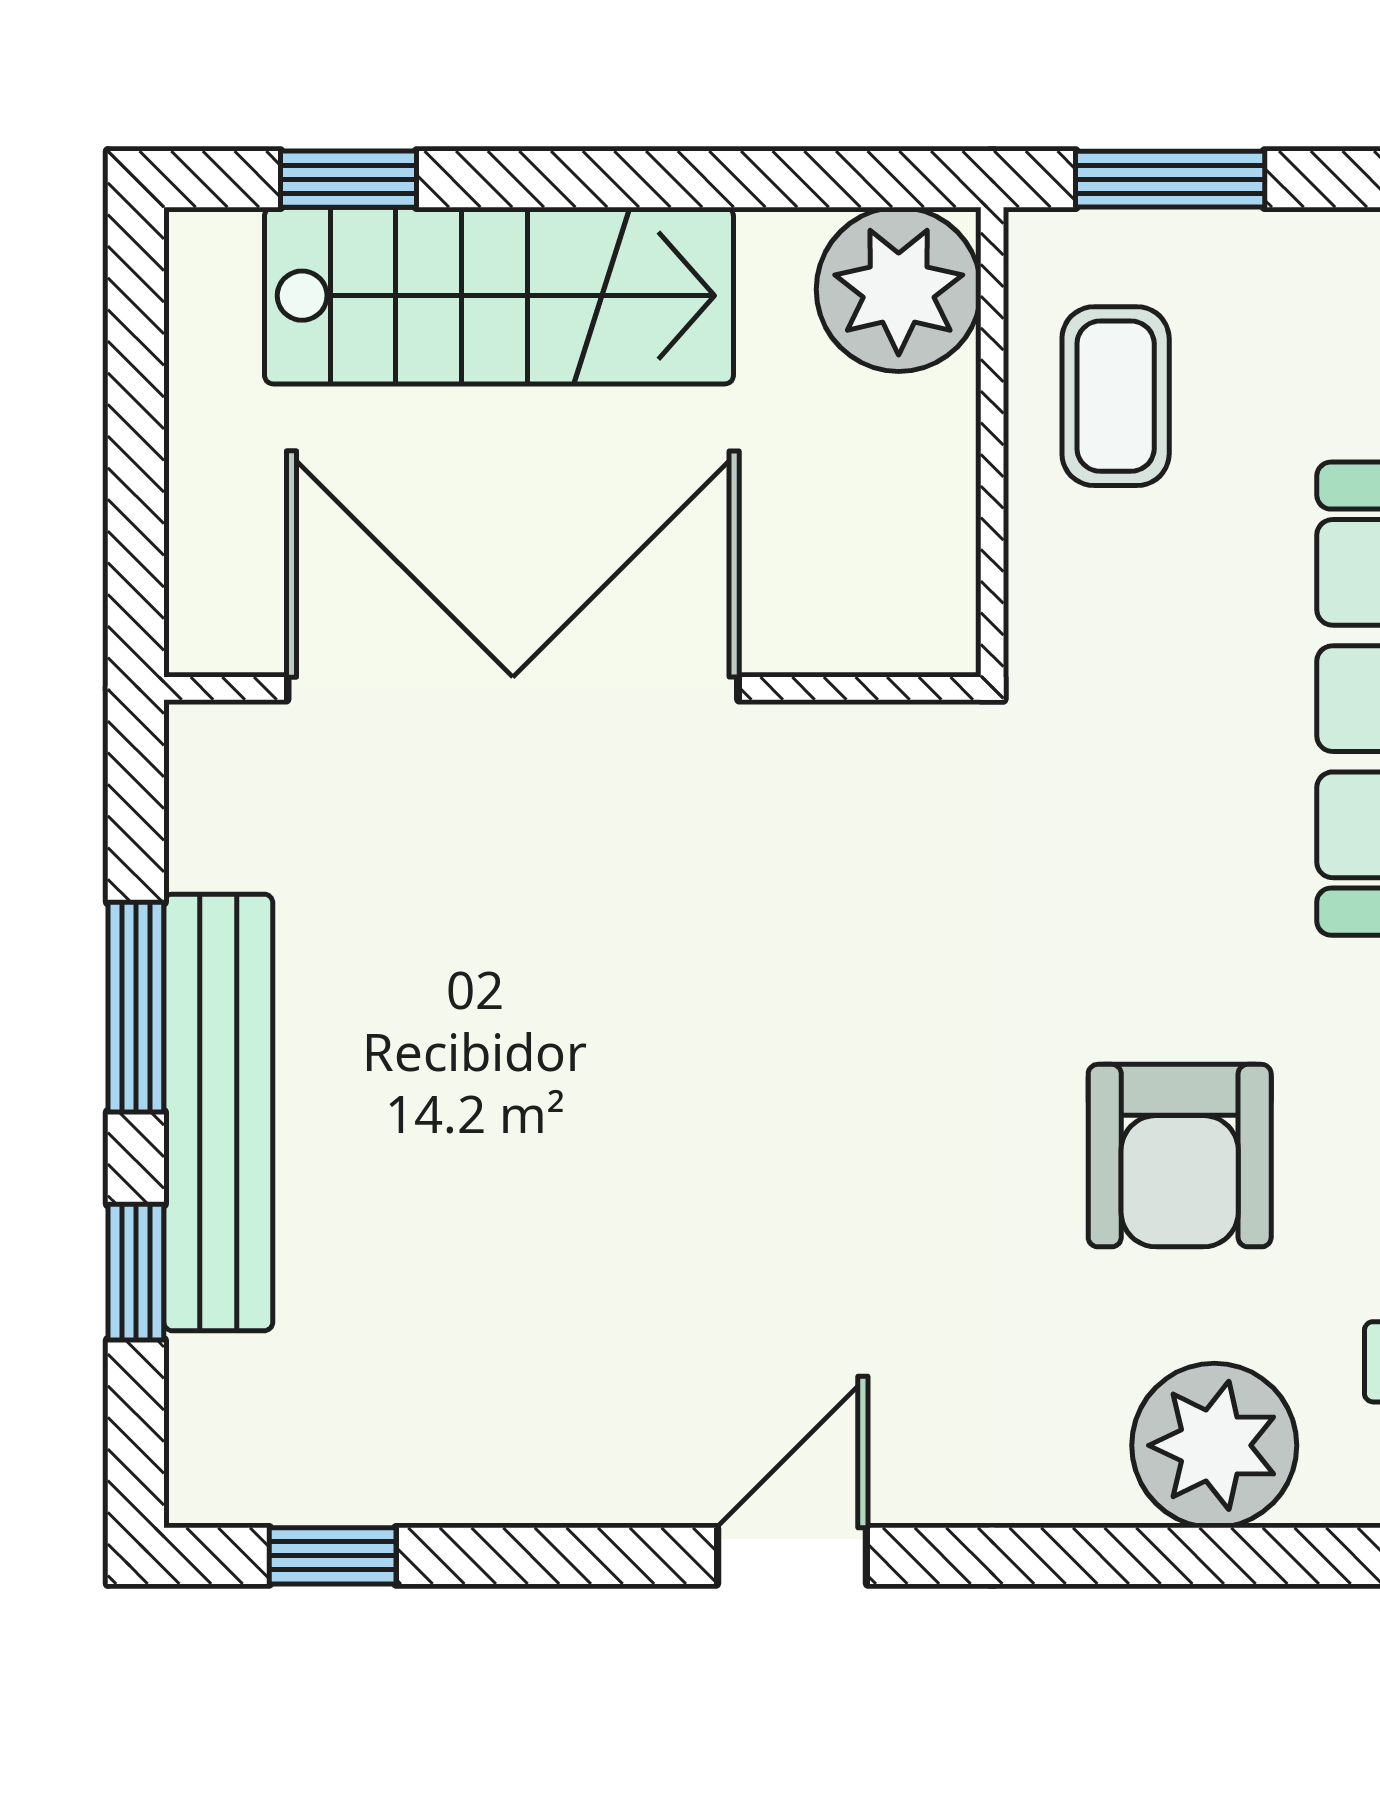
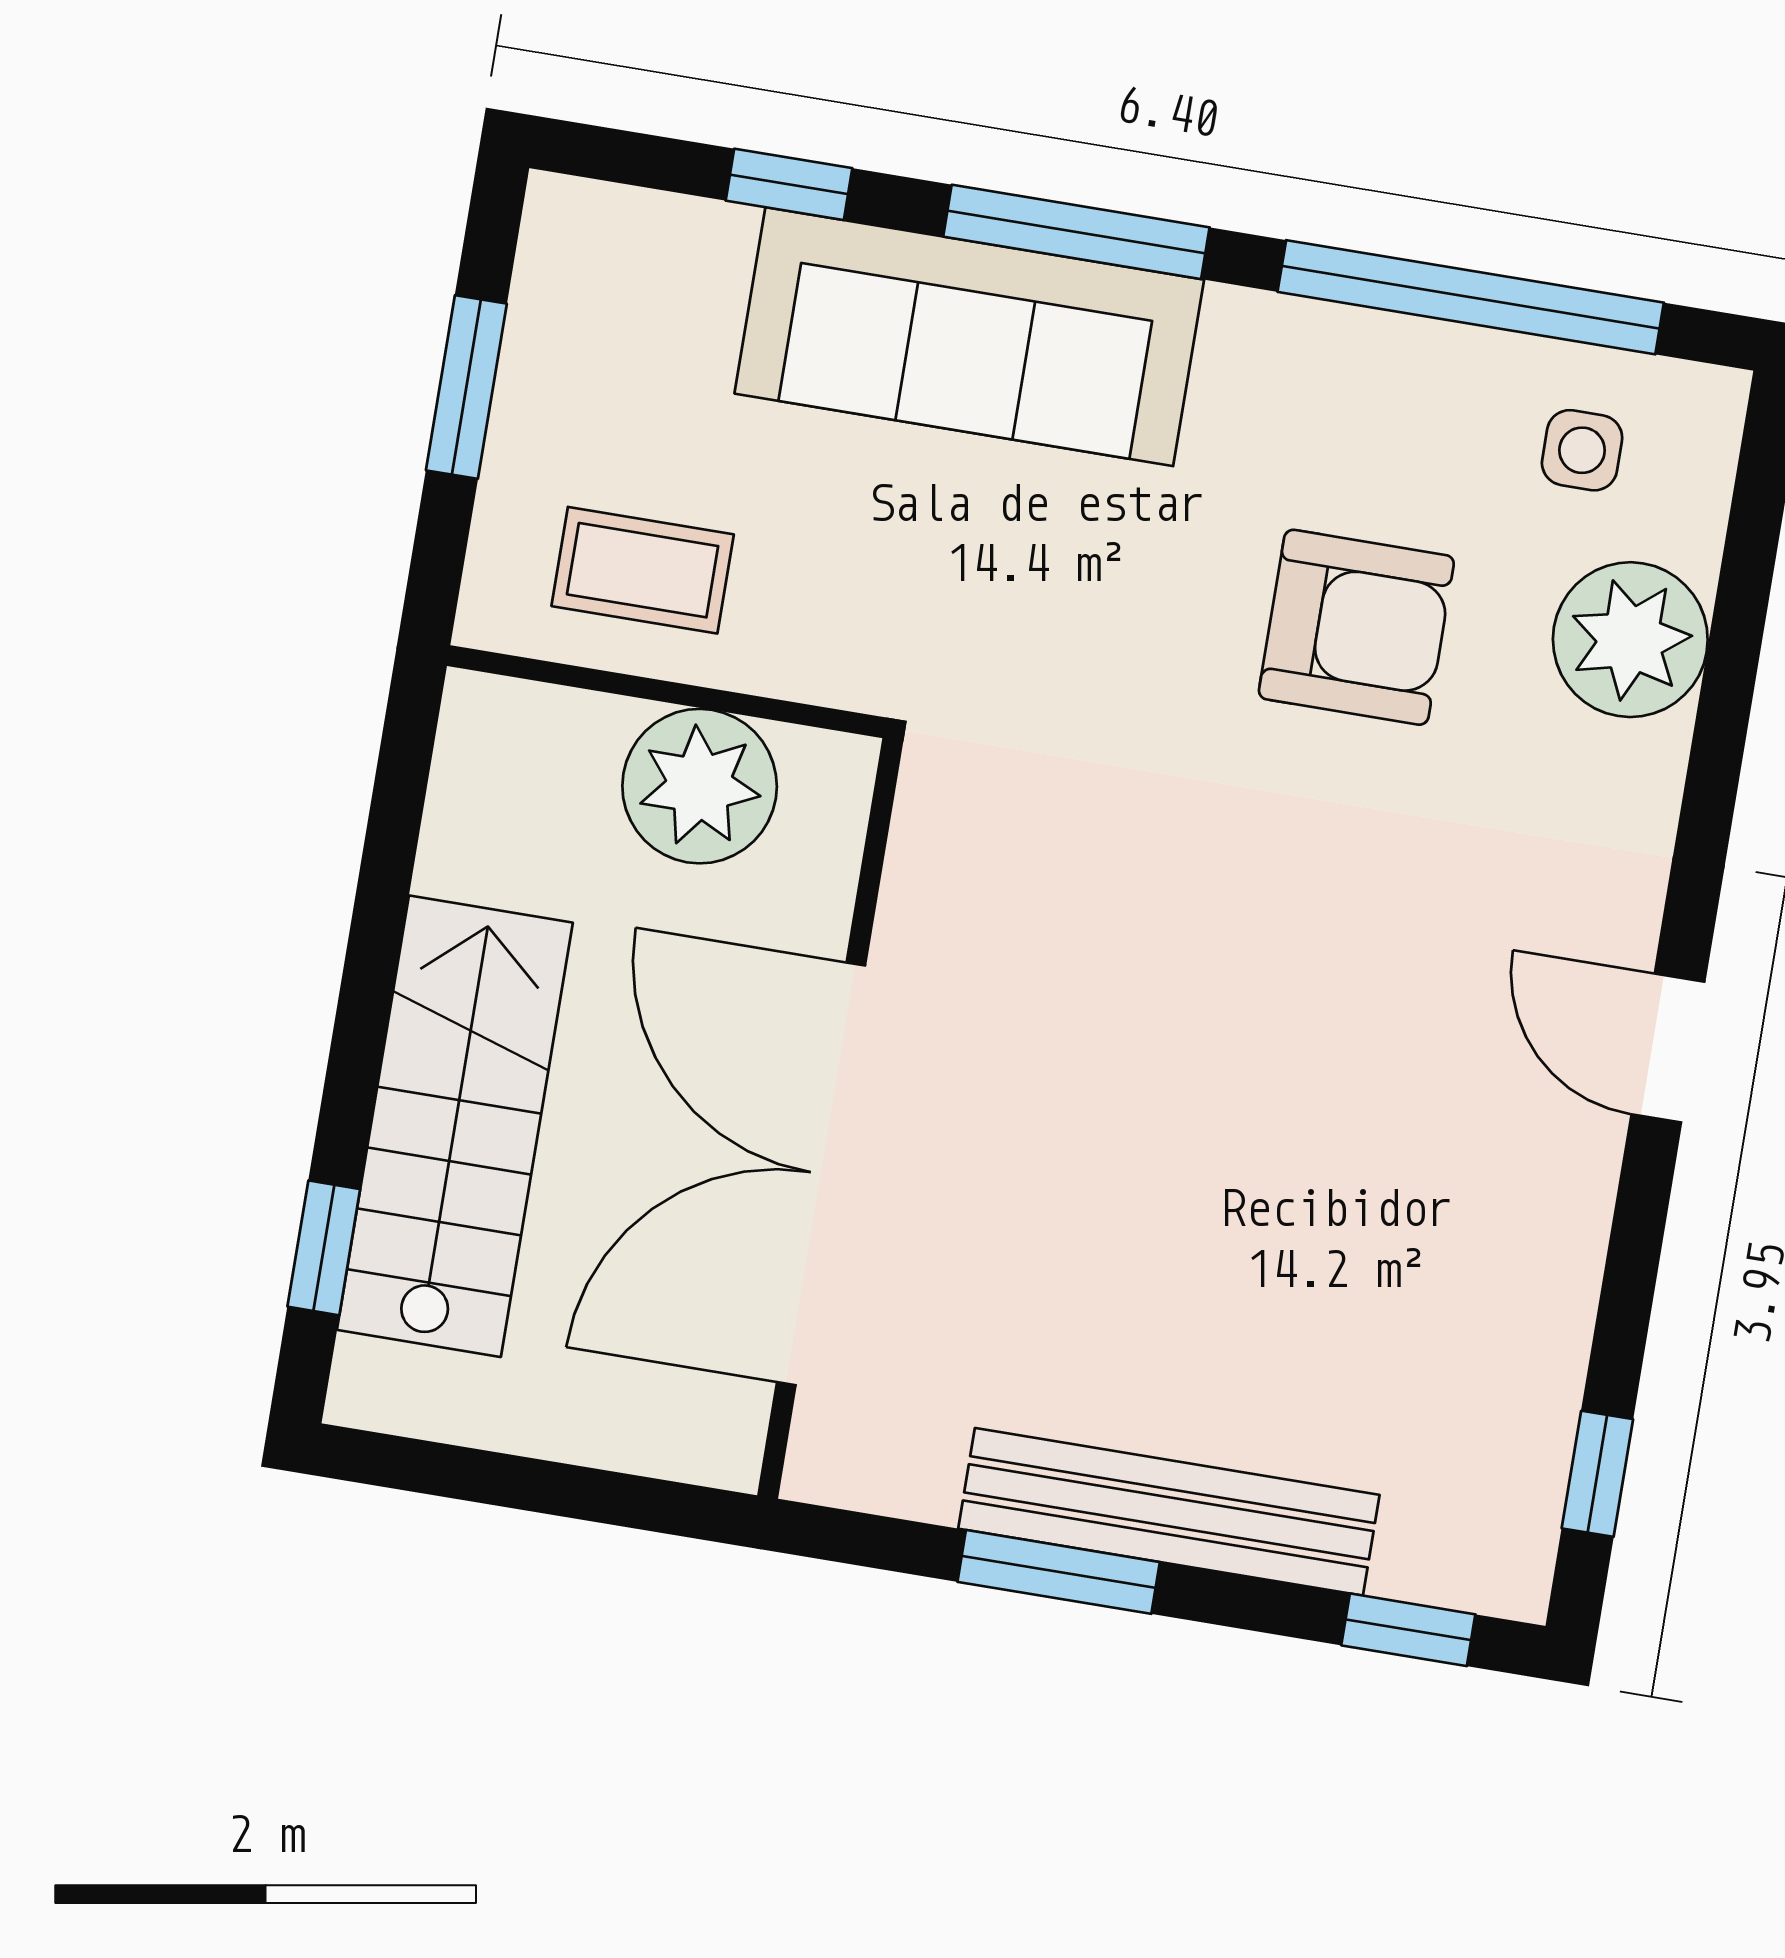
window: (1170, 179) -> (466, 387), moved
plant: (899, 289) -> (700, 786), moved
window: (136, 1272) -> (1408, 1630), moved

